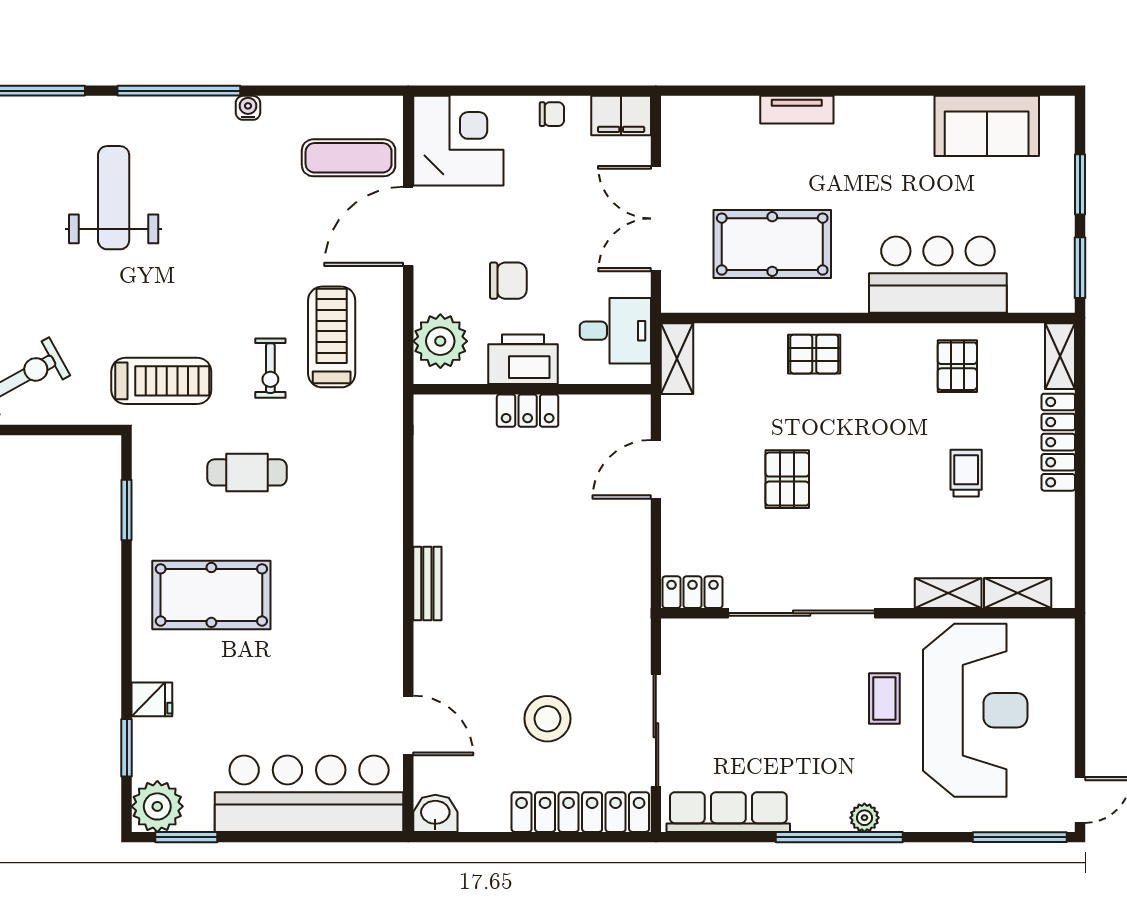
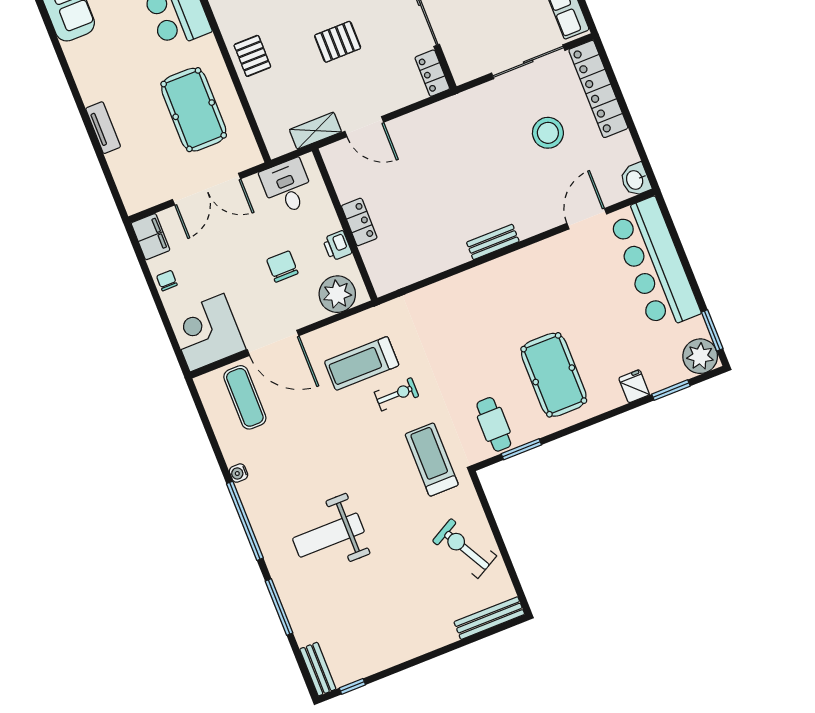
printer: (523, 359) -> (337, 246), width x0.53, depth x0.68
shelving: (677, 359) -> (315, 131), moved
cafe table: (247, 472) -> (494, 424), moved

